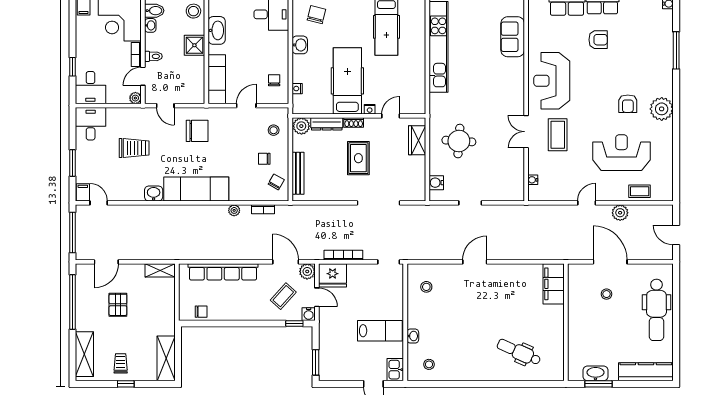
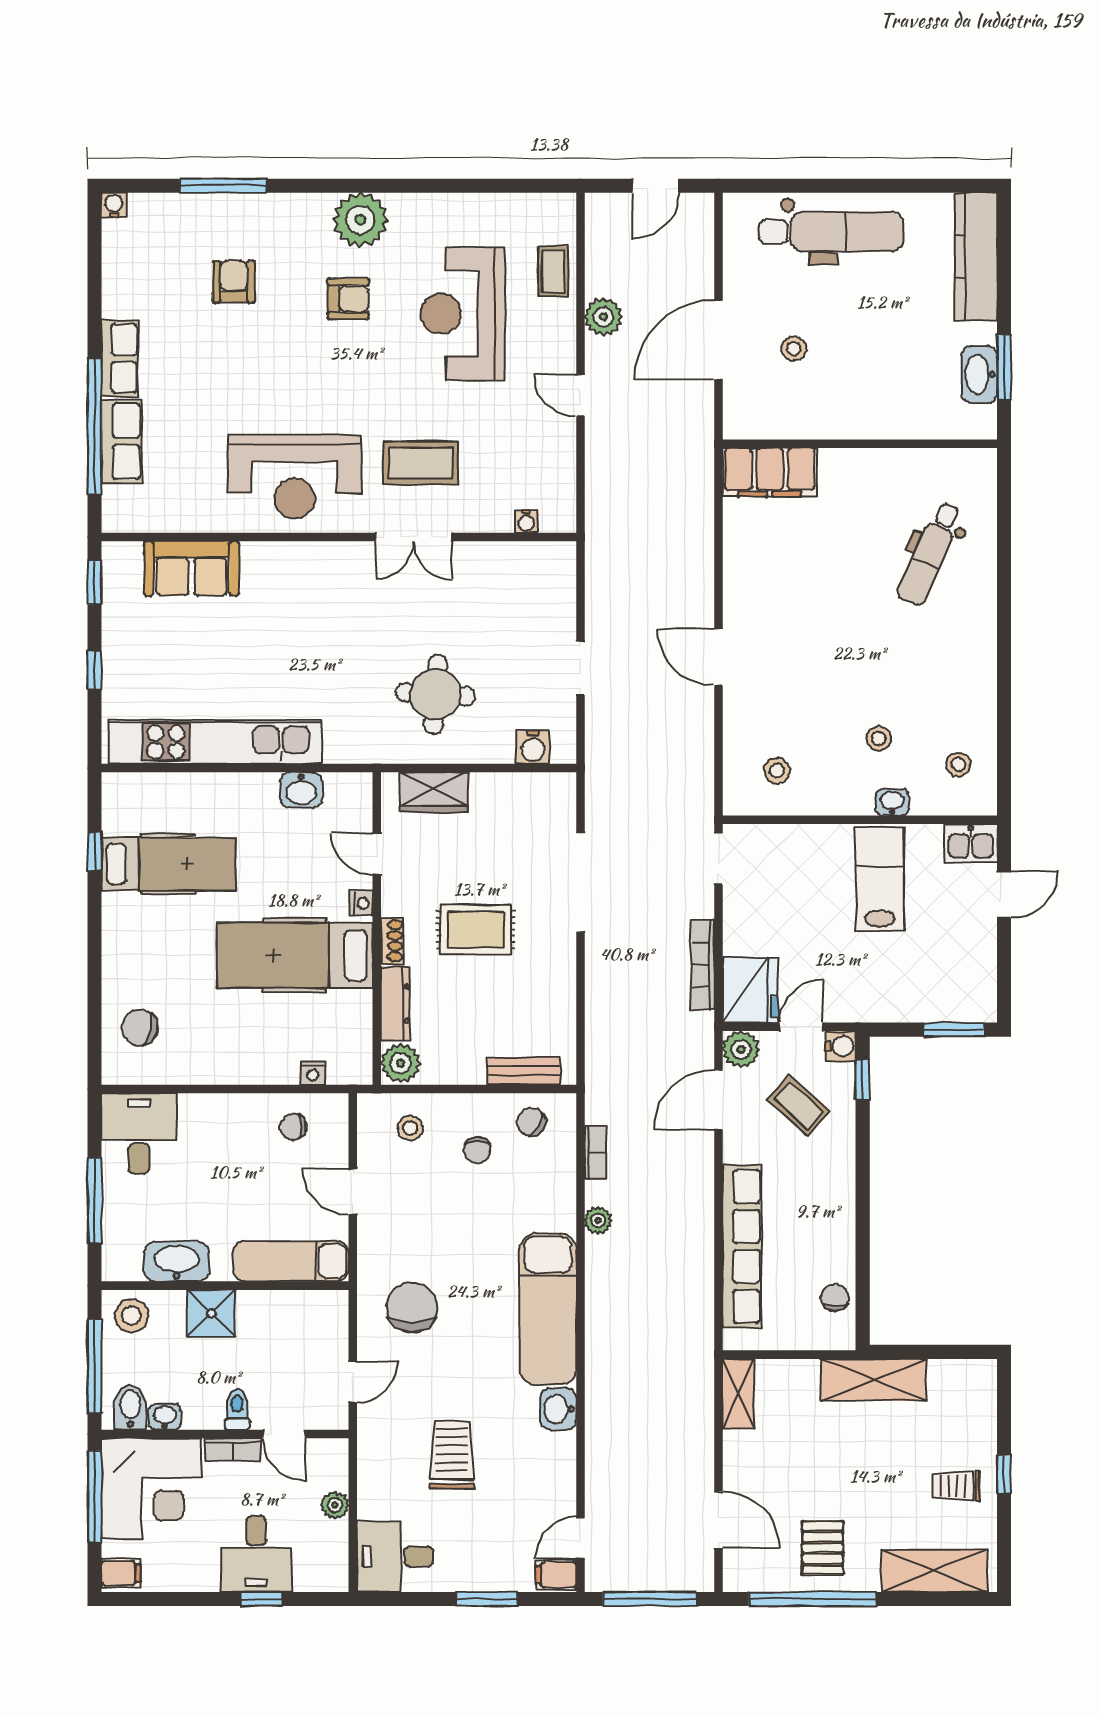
armchair: (598, 40) -> (234, 282), moved
washbasin: (300, 45) -> (301, 790), moved, turned 180
desk: (90, 88) -> (256, 1554), moved, turned 90
plant: (135, 98) -> (335, 1505), moved
bench: (298, 173) -> (524, 1071), width x0.73
pallet: (118, 305) -> (823, 1548), moved, turned 90
stool: (440, 330) -> (879, 739), added
shelving: (166, 358) -> (874, 1380), moved

